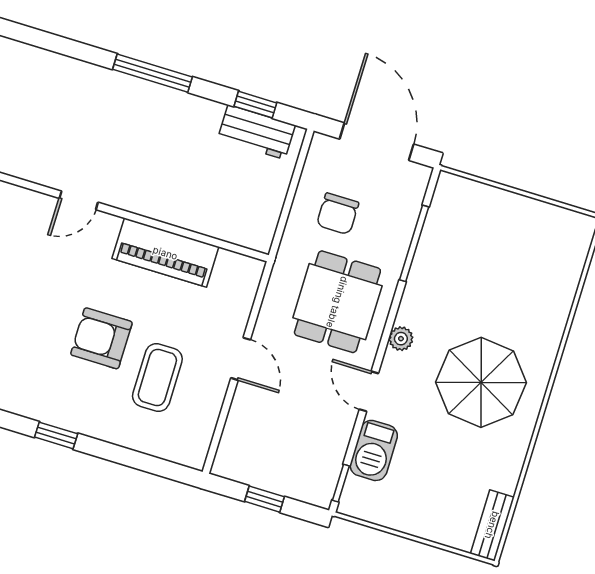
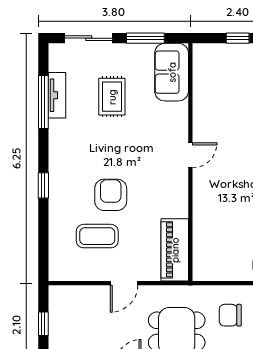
door: (79, 200) -> (190, 155), swing flipped
piano: (165, 253) -> (175, 250), moved

